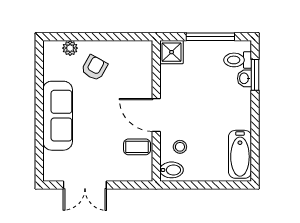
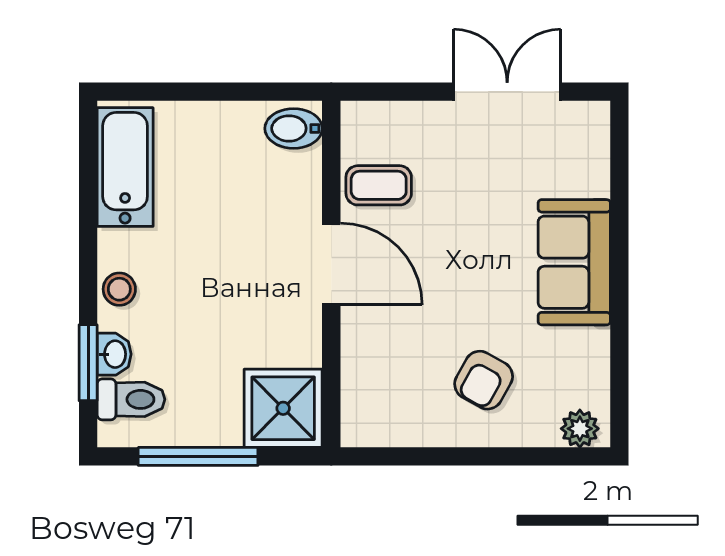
plant: (70, 48) -> (580, 429), moved
shower: (172, 52) -> (283, 408), width x1.36, depth x1.36
sofa: (58, 116) -> (574, 262), width x0.73
stool: (180, 147) -> (119, 289), moved

